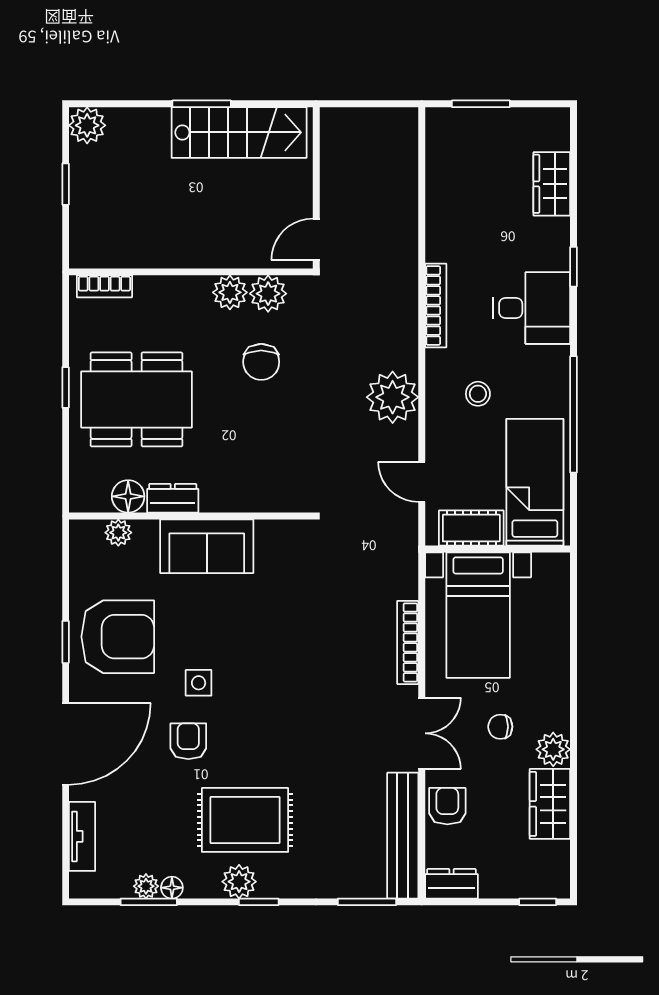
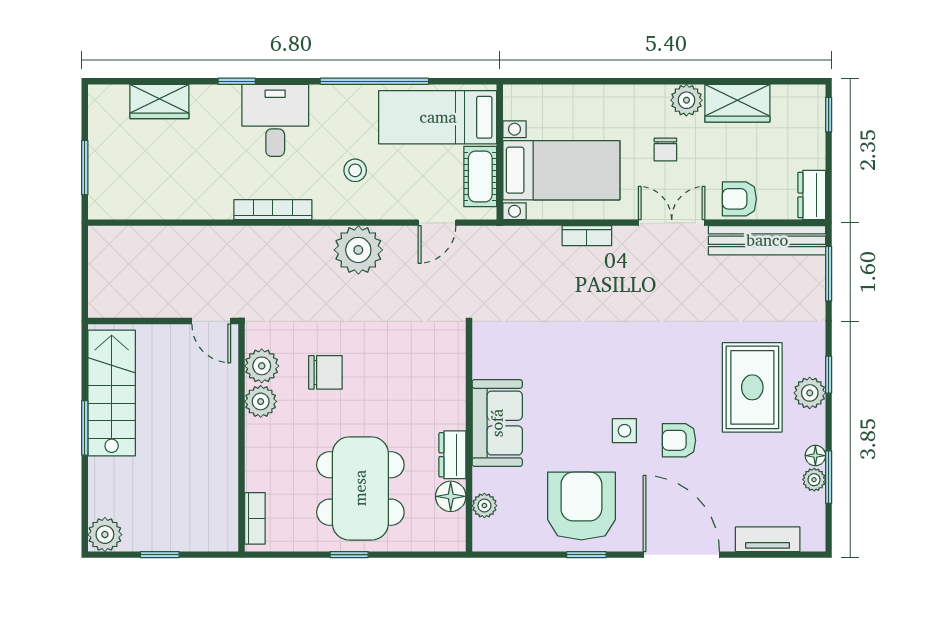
bookcase: (408, 642) -> (587, 236), width x0.64

